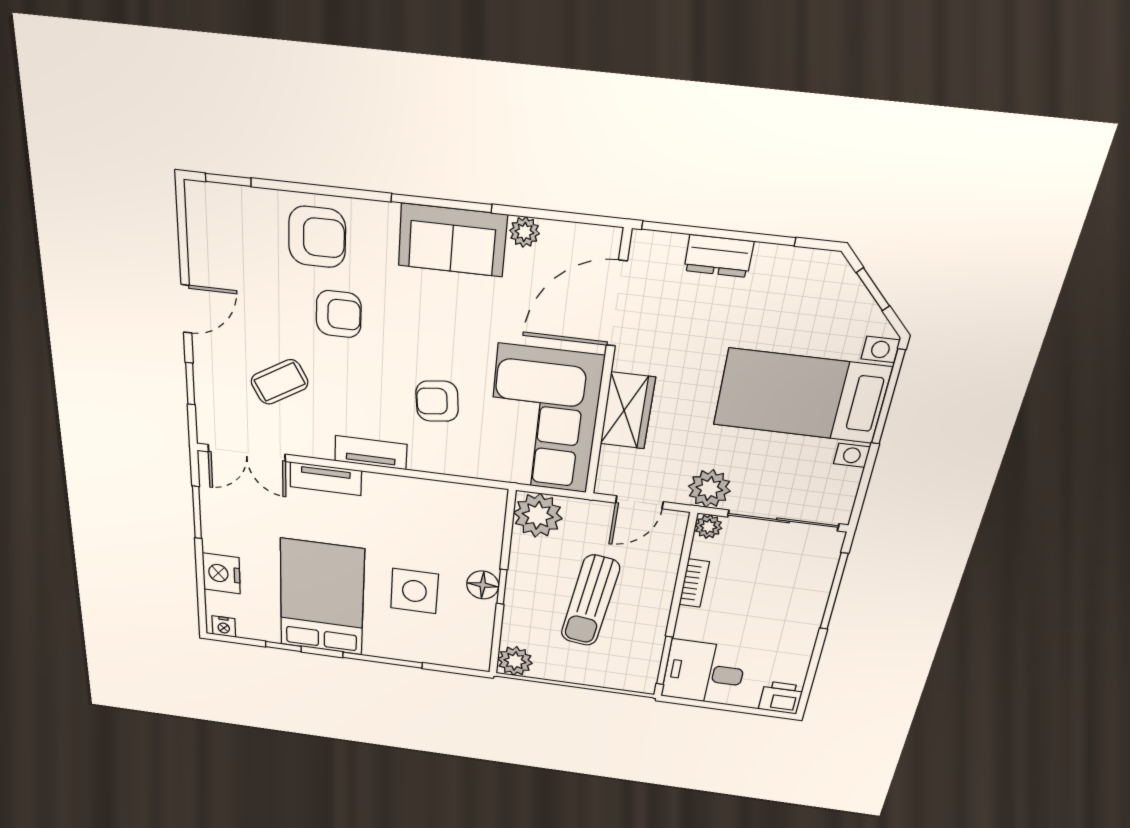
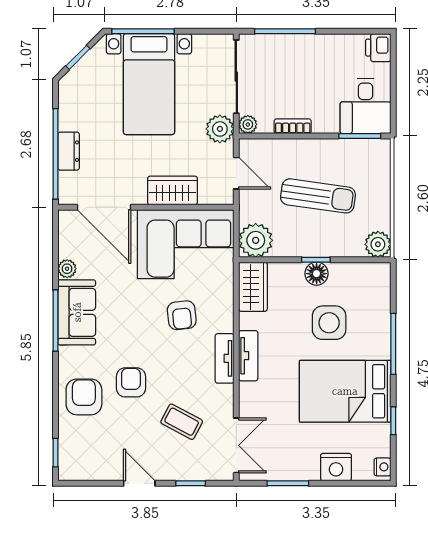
coffee table: (280, 382) -> (182, 422), turned -32
tv unit: (326, 479) -> (248, 356), moved
wardrobe: (471, 503) -> (253, 287), added

